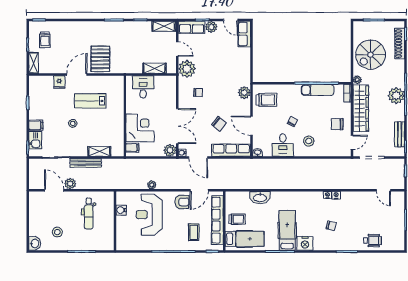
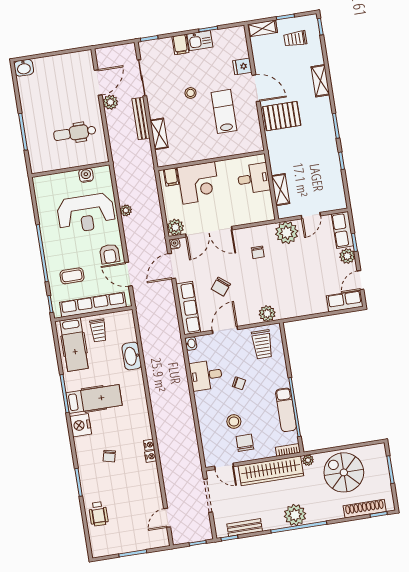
shelving: (164, 26) -> (320, 81), moved
kitchen sink: (35, 140) -> (200, 41), moved
stool: (309, 141) -> (234, 421), moved
reception desk: (149, 215) -> (86, 213), turned 180
stool: (57, 232) -> (44, 95), removed

